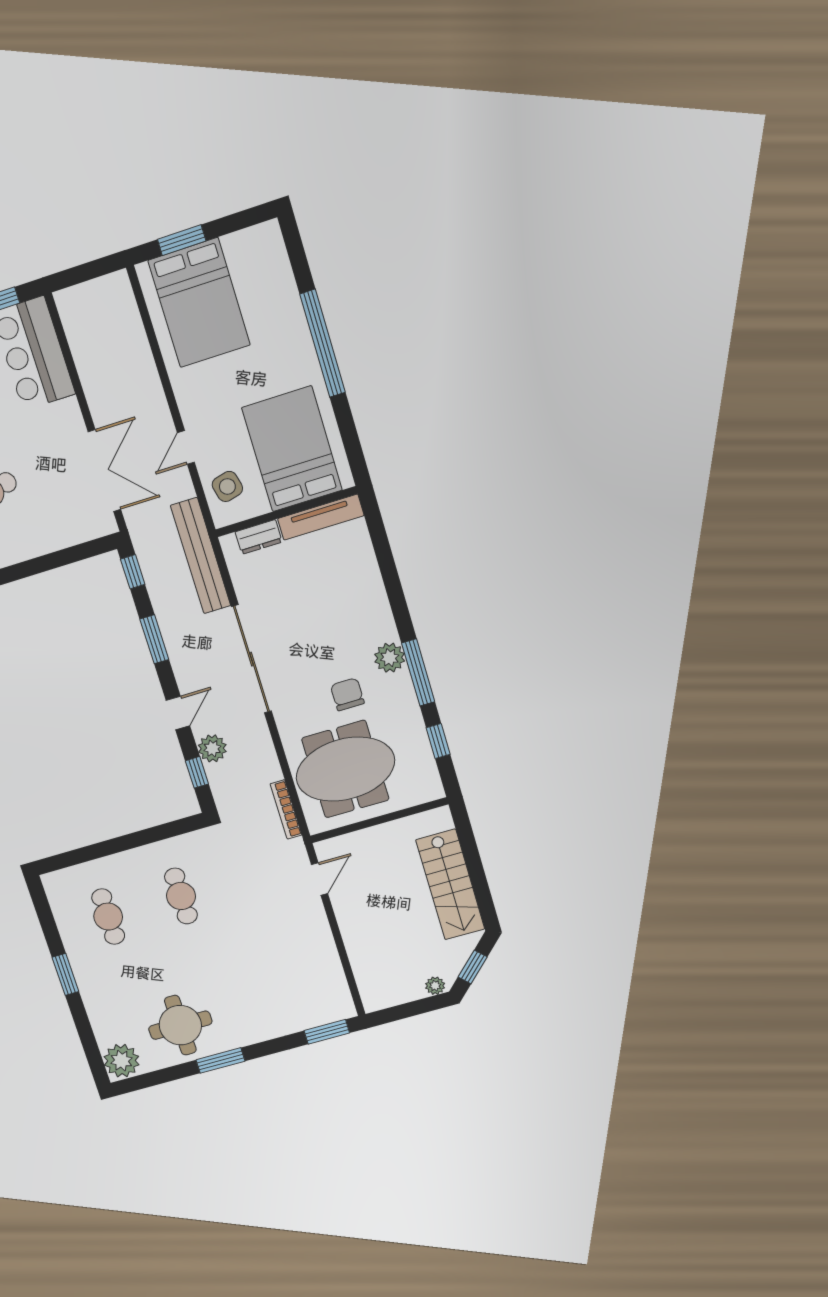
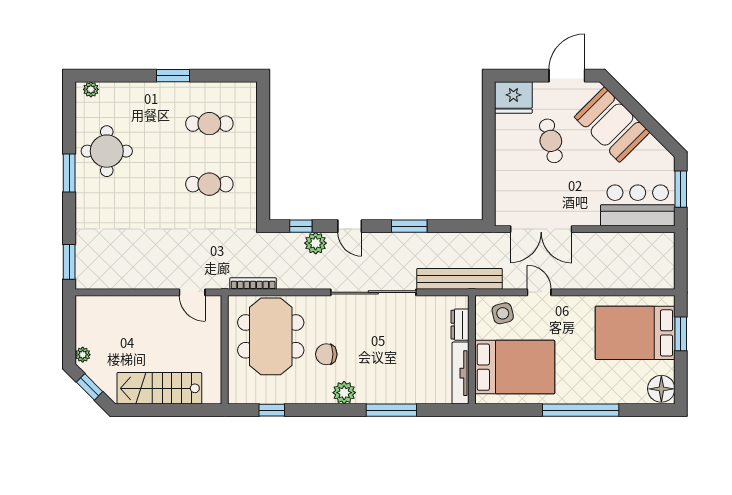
floor lamp: (262, 243) -> (661, 389), added
window: (133, 572) -> (463, 226), removed
window: (418, 672) -> (391, 410), moved
chair: (347, 694) -> (326, 354), turned 180
plant: (121, 1061) -> (91, 89), width x0.53, depth x0.53

